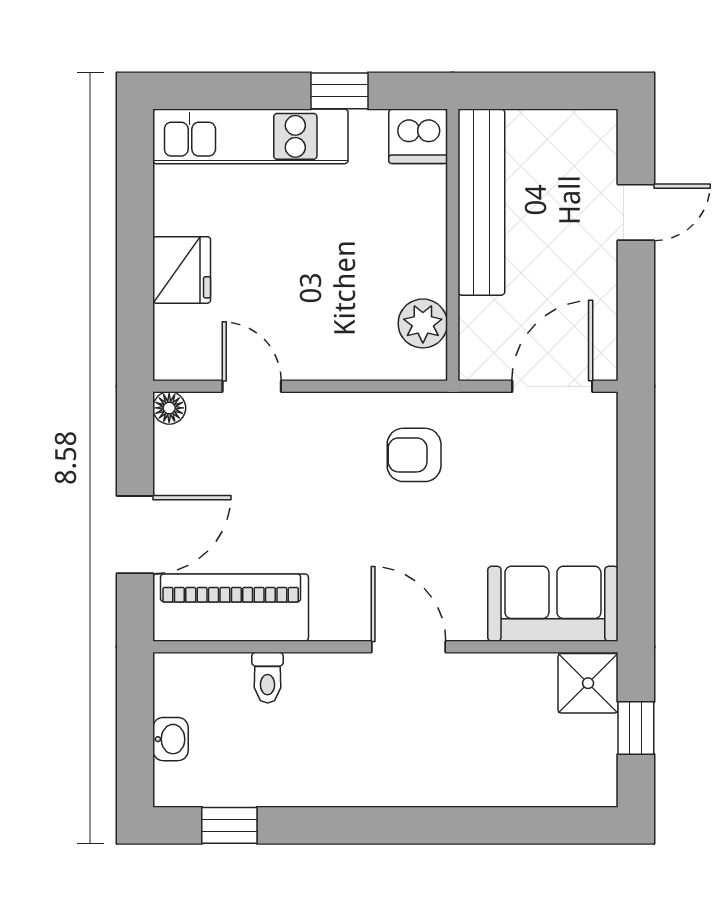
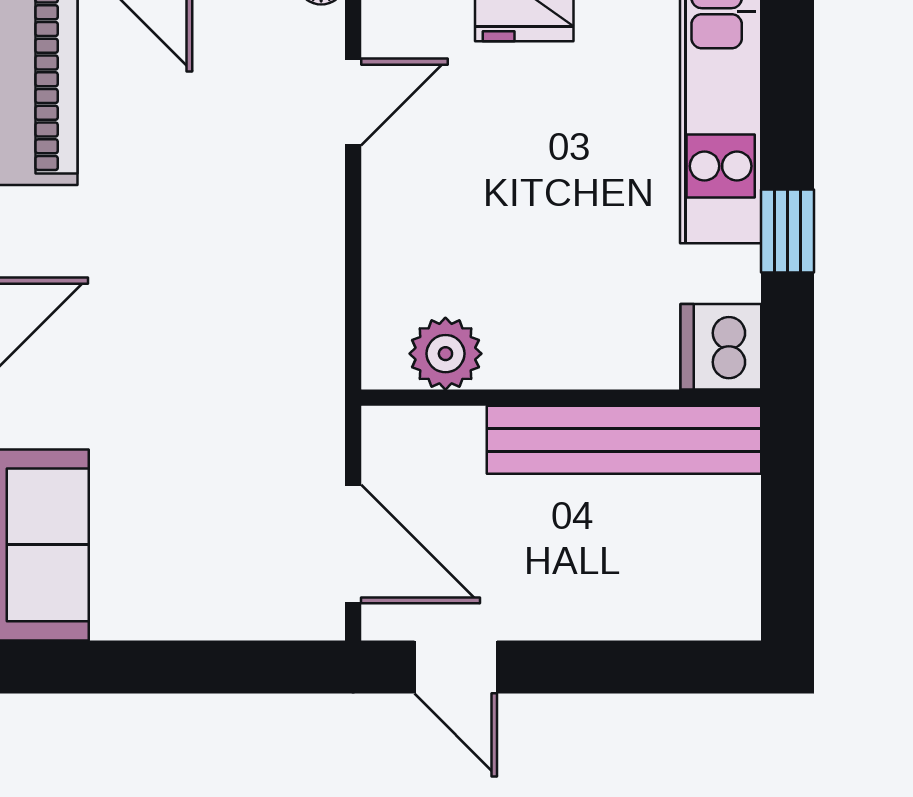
door: (636, 212) -> (456, 667), moved
armchair: (414, 455) -> (252, 341), removed

